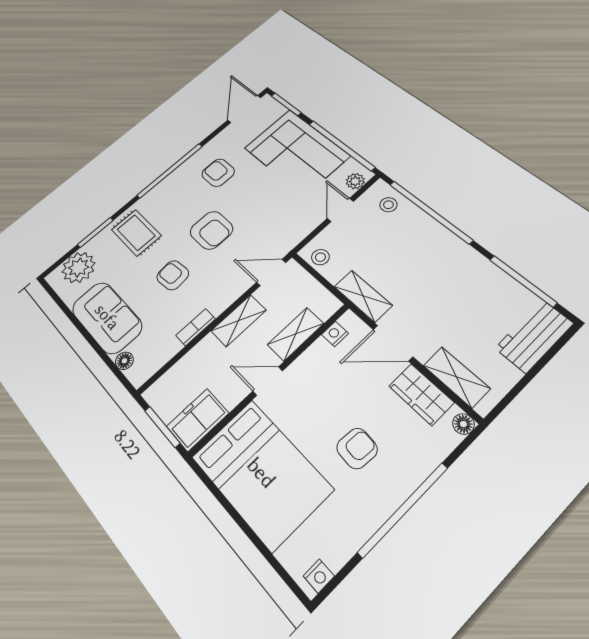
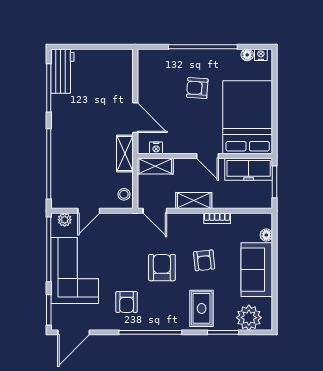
stool: (388, 205) -> (63, 189), removed
shelving: (296, 334) -> (155, 166), moved
workbench: (534, 336) -> (62, 71), moved, turned -90
shelving: (457, 377) -> (125, 76), removed
wardrobe: (421, 394) -> (147, 84), removed
freezer: (198, 420) -> (249, 169), width x1.40
floor lamp: (463, 424) -> (247, 55), moved

